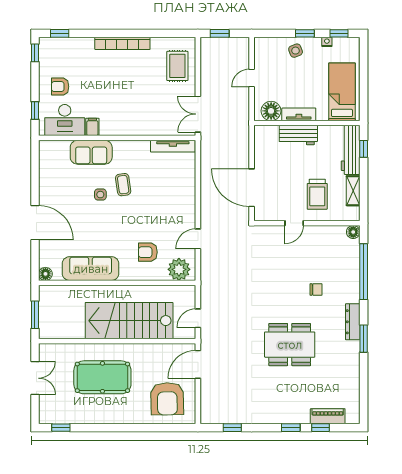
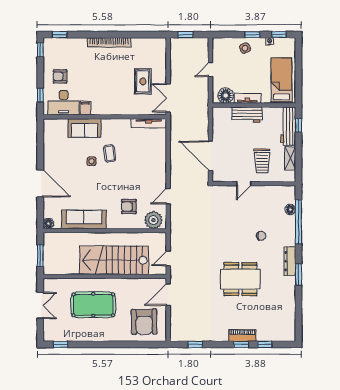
rug: (177, 66) -> (143, 81), moved
floor lamp: (353, 232) -> (290, 209), moved
piano: (328, 416) -> (242, 335), moved

